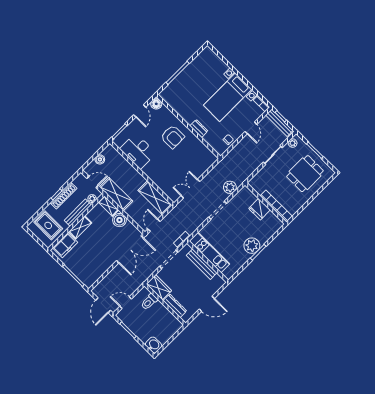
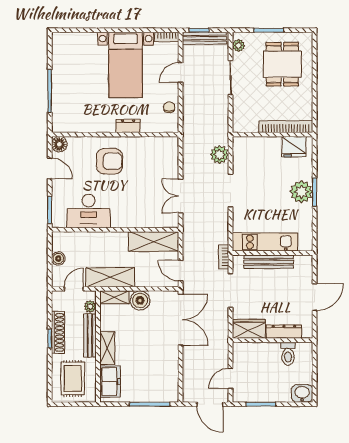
door: (251, 128) -> (181, 73), swing flipped
fridge: (259, 209) -> (294, 147), moved
rug: (48, 225) -> (73, 378), turned 90
toilet: (149, 302) -> (288, 354), moved

